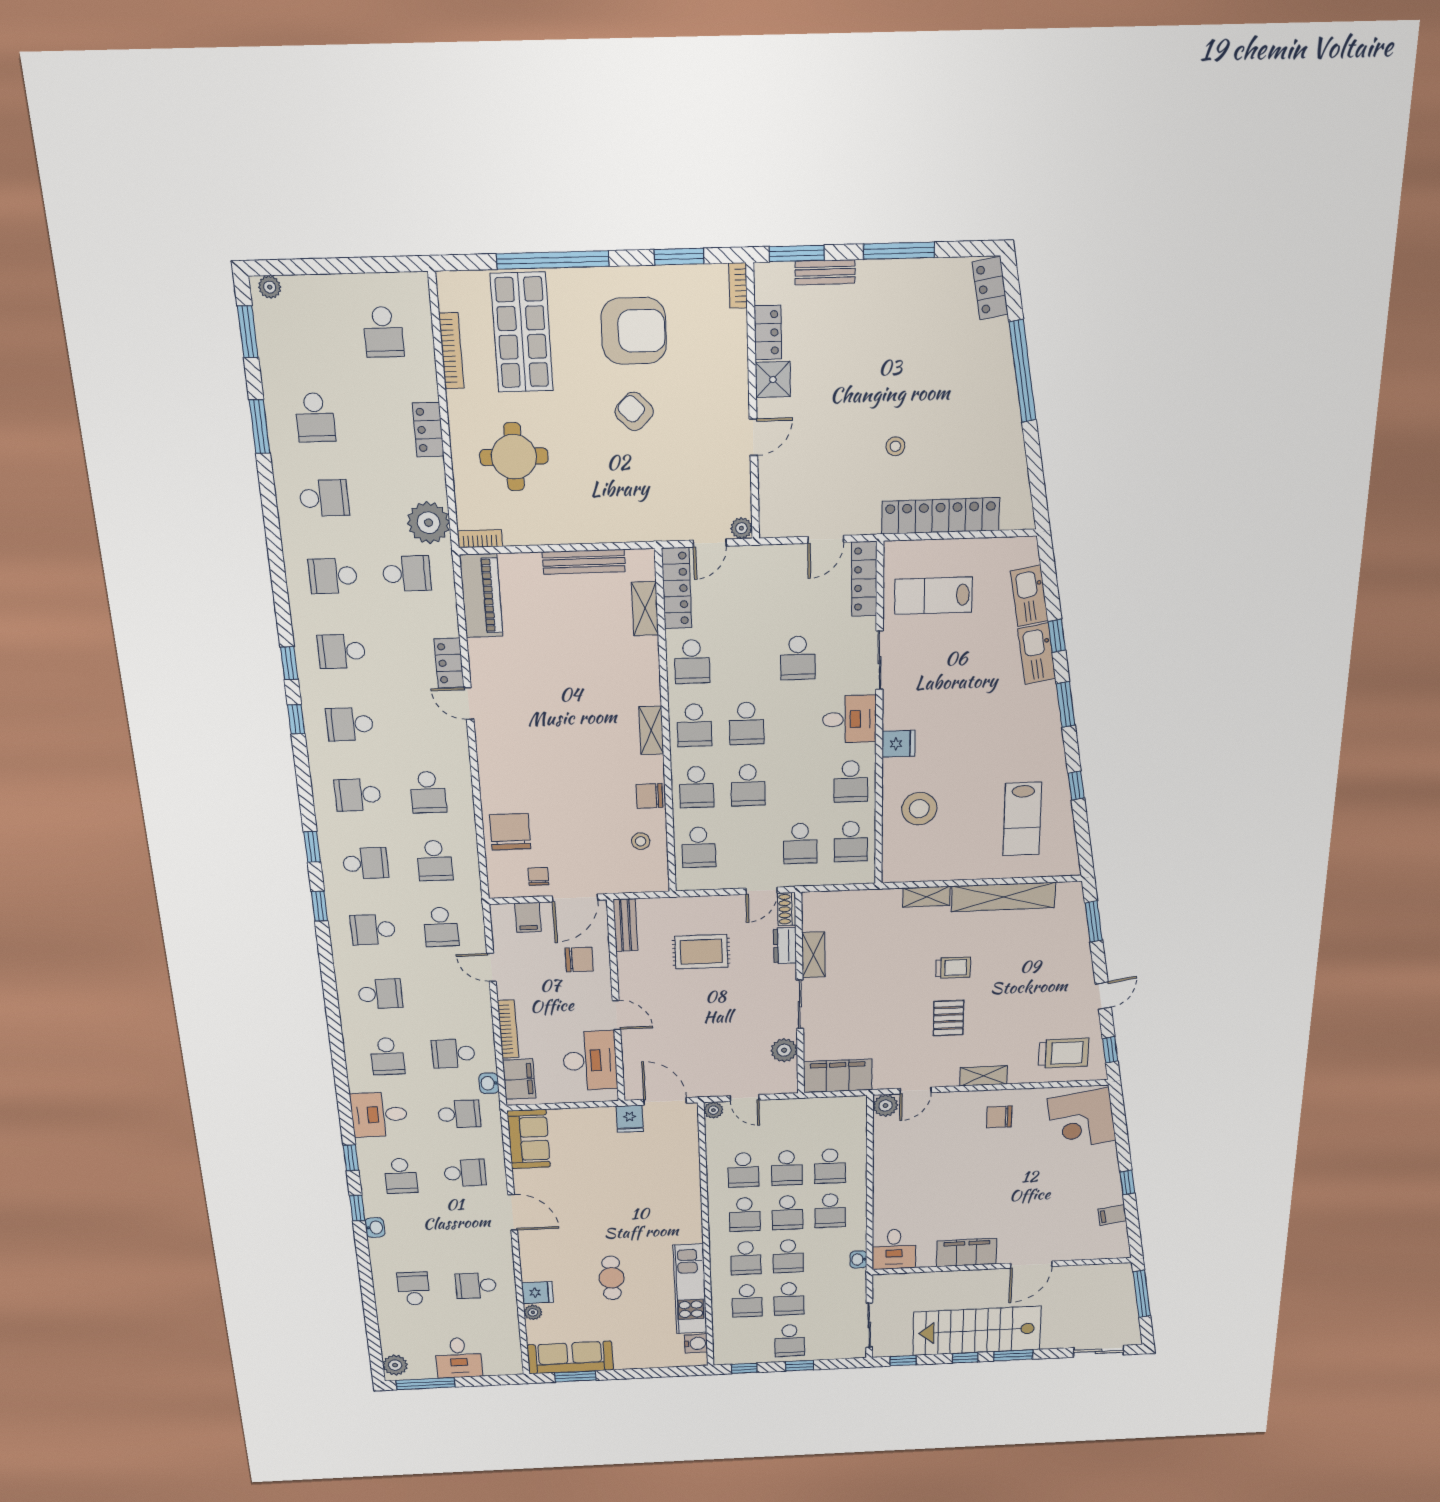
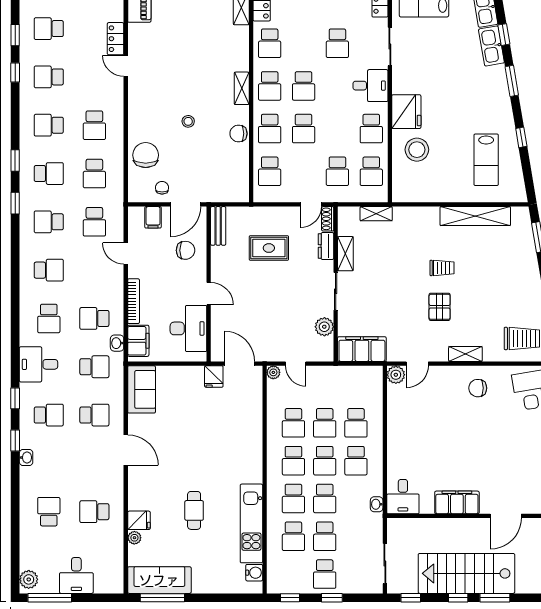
fridge: (899, 744) -> (406, 112), width x1.88, depth x1.34
stool: (641, 841) -> (188, 121), moved
shelving: (926, 897) -> (376, 214), moved
school desk: (401, 1176) -> (49, 415), turned -90
window: (575, 1376) -> (162, 598), width x1.44

